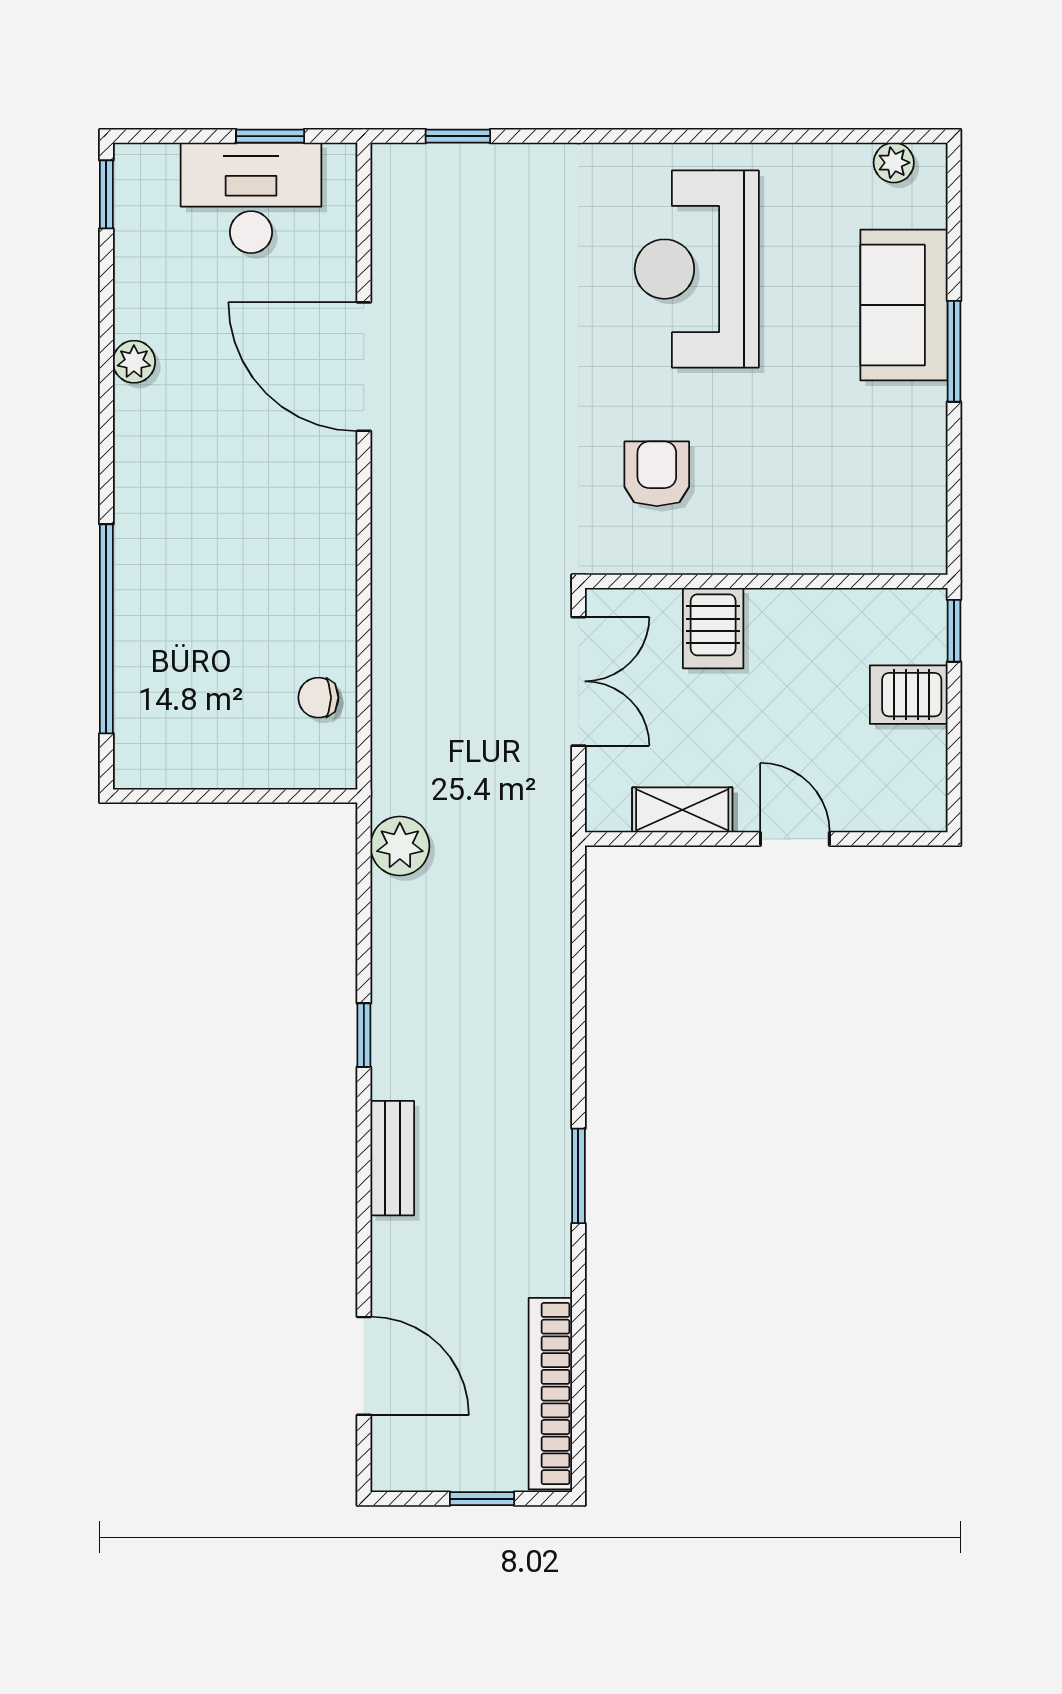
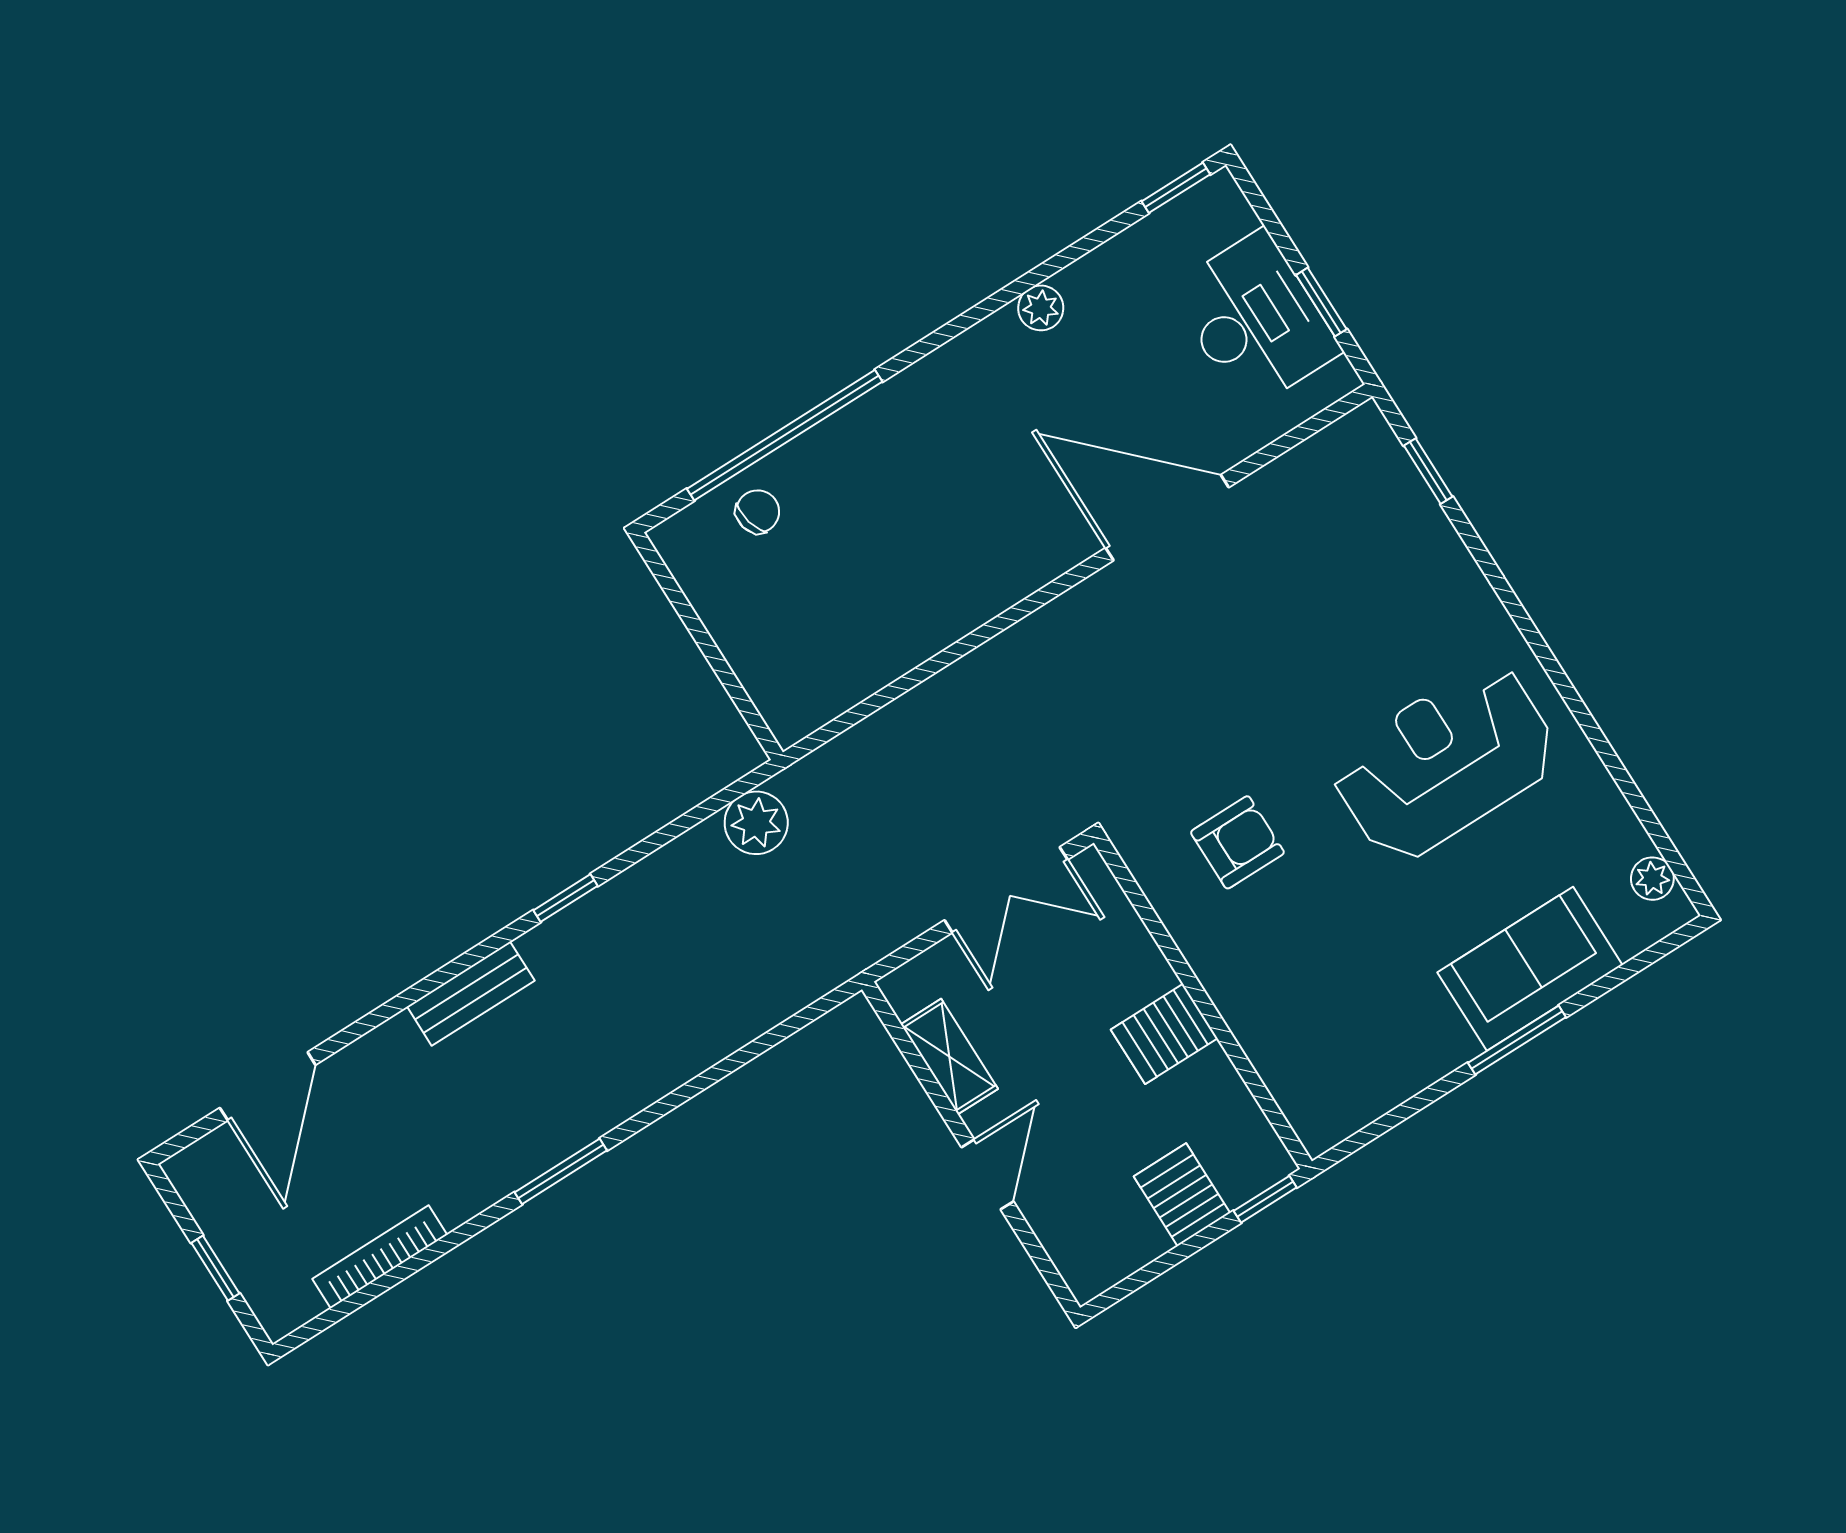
door: (364, 367) -> (1167, 518), hinge flipped
server rack: (713, 628) -> (1164, 1034), moved
chair: (318, 698) -> (758, 512), moved, turned 76
bookcase: (550, 1394) -> (380, 1257), width x0.68, depth x0.76

